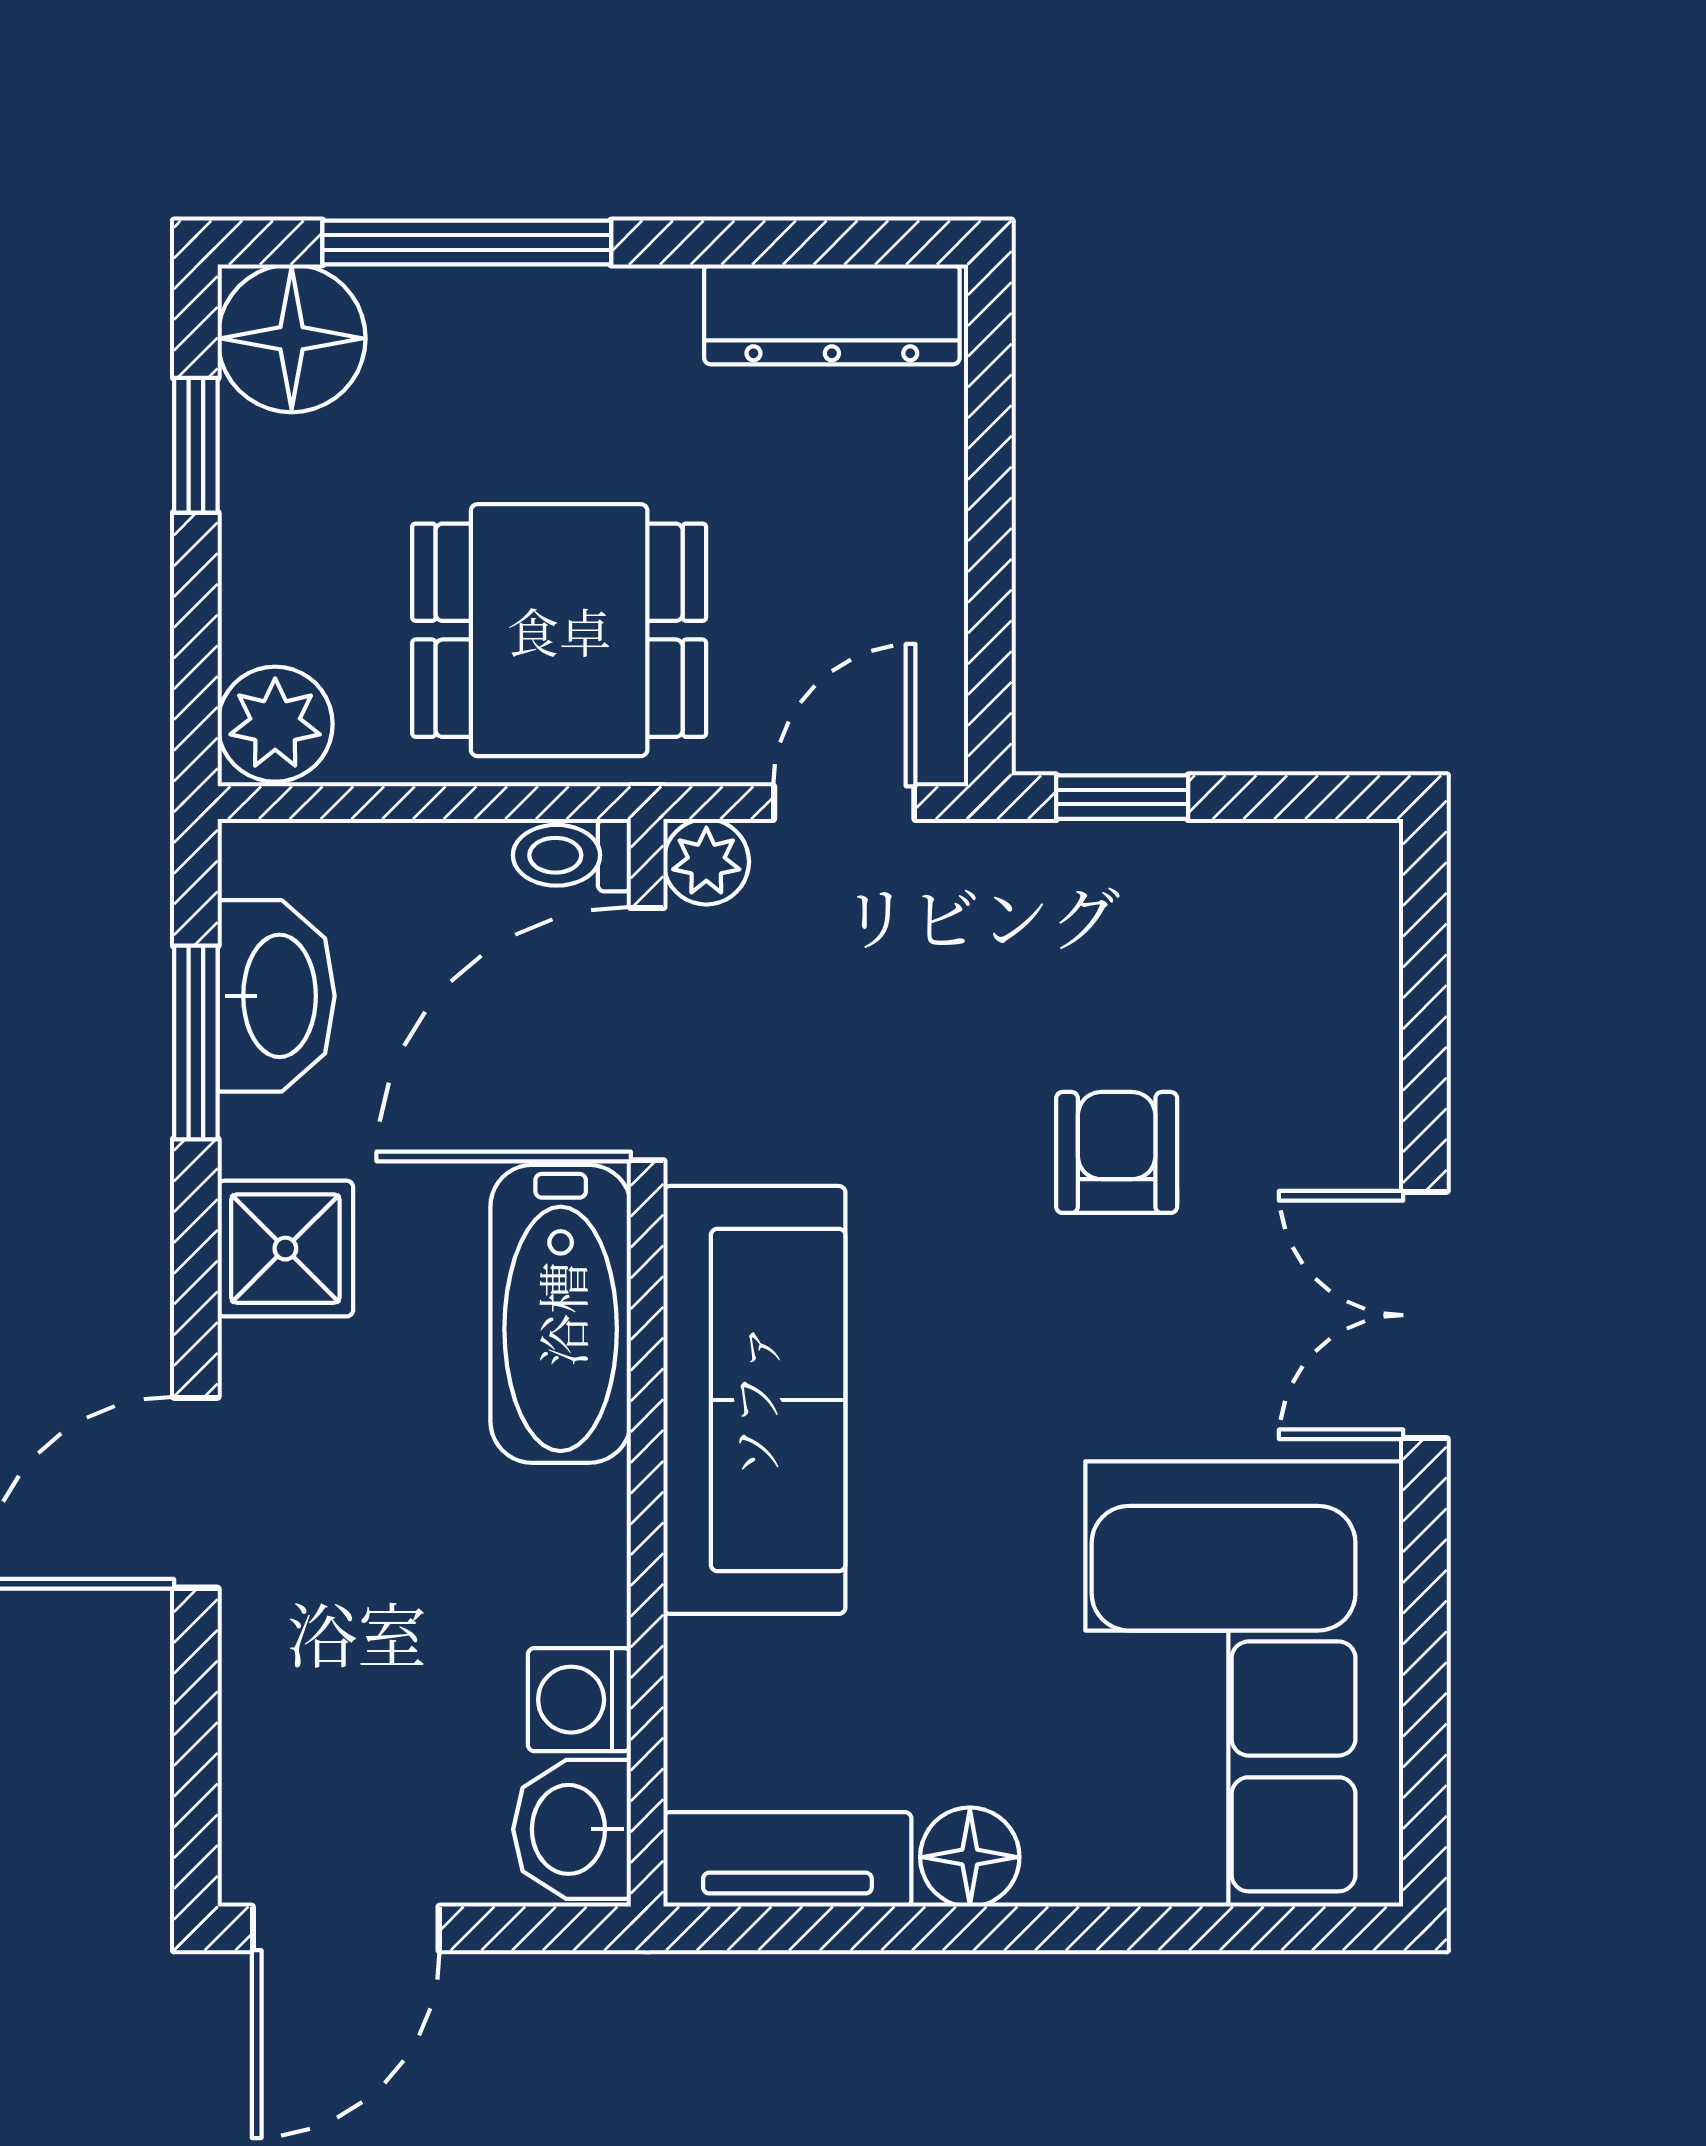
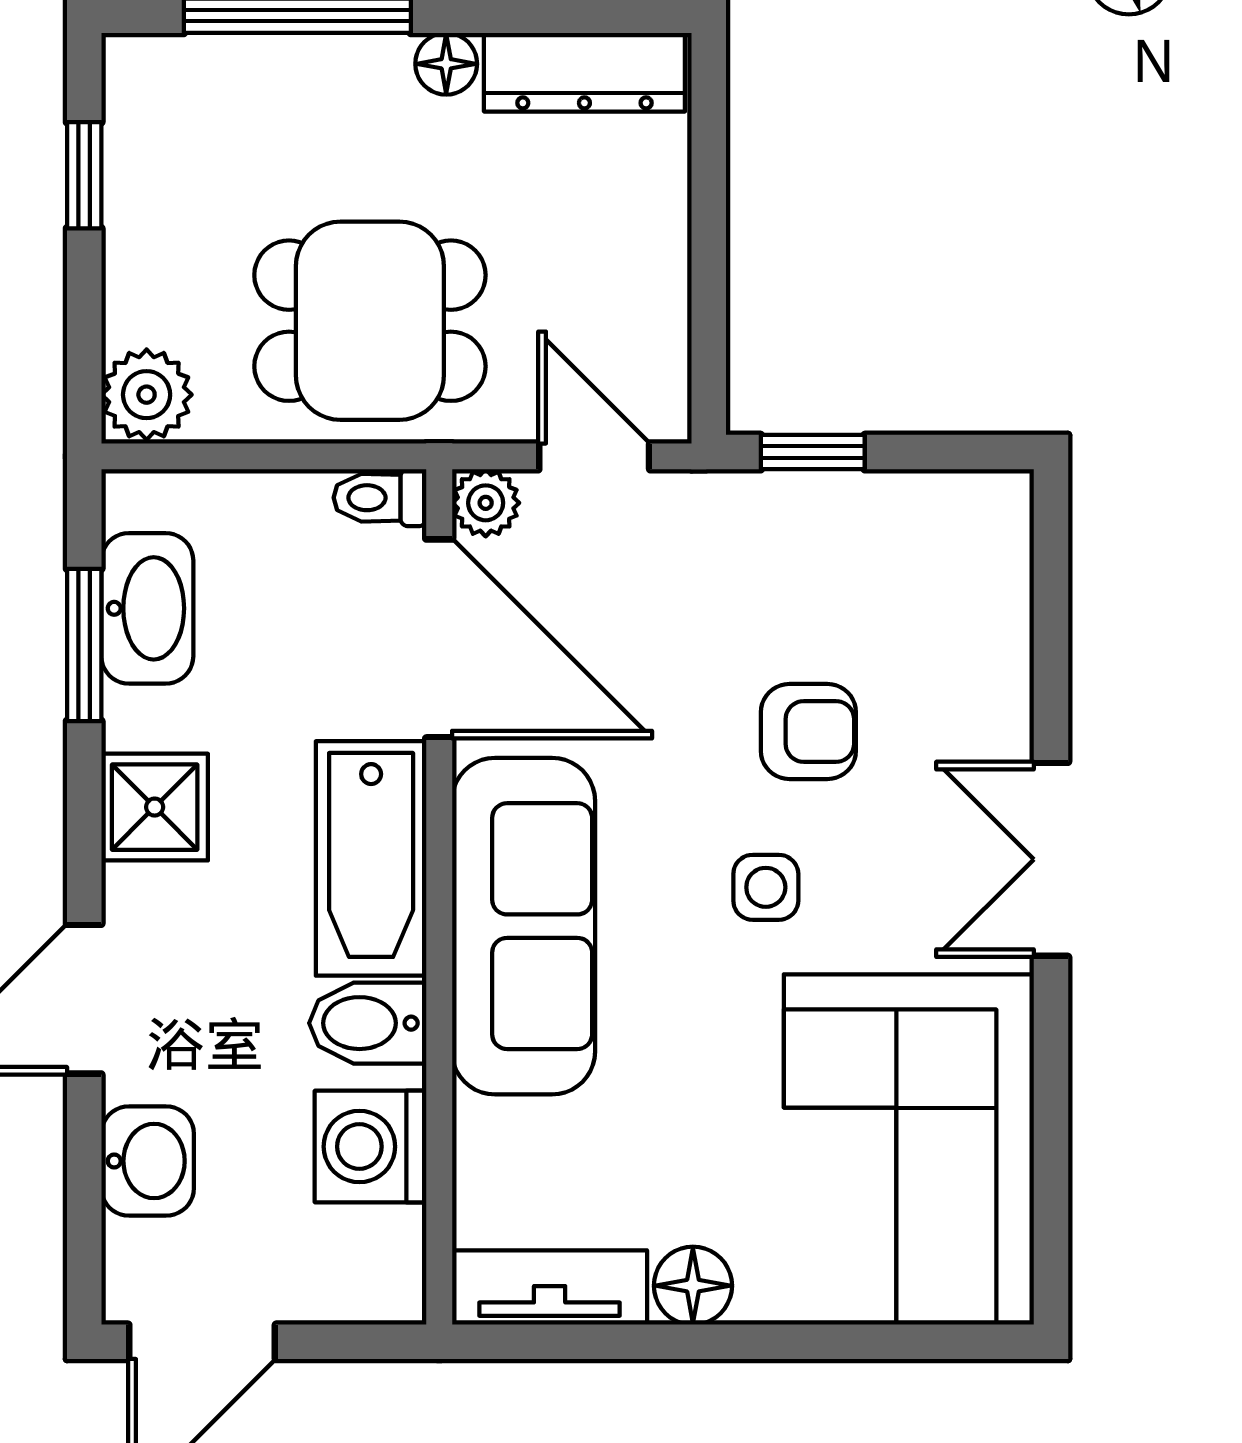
floor lamp: (292, 338) -> (446, 64), moved, width x0.53, depth x0.53
door: (844, 803) -> (594, 456), hinge flipped
door: (647, 1034) -> (439, 638), swing flipped
armchair: (1117, 1152) -> (808, 732), turned 90
side table: (1062, 1351) -> (766, 887), added
bidet: (556, 1523) -> (368, 1023), added
washing machine: (579, 1700) -> (371, 1147), width x1.38, depth x1.38
washbasin: (572, 1829) -> (148, 1161), moved, turned 180

